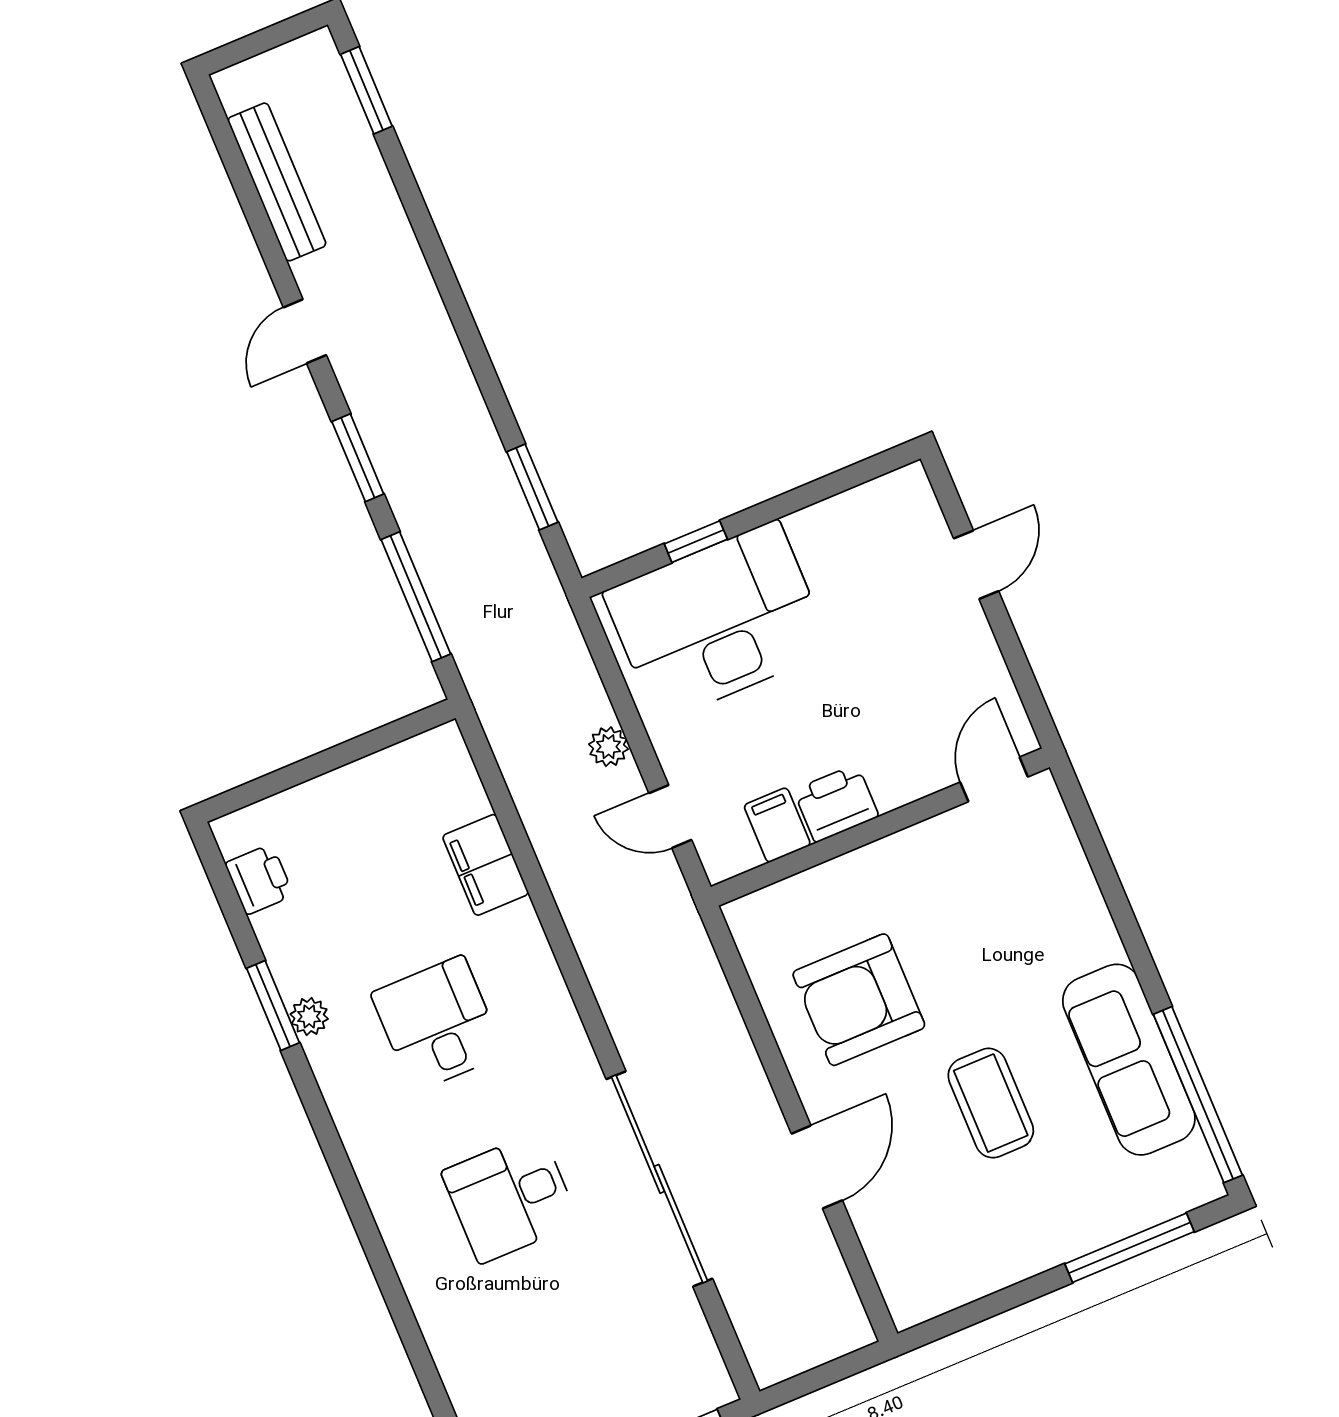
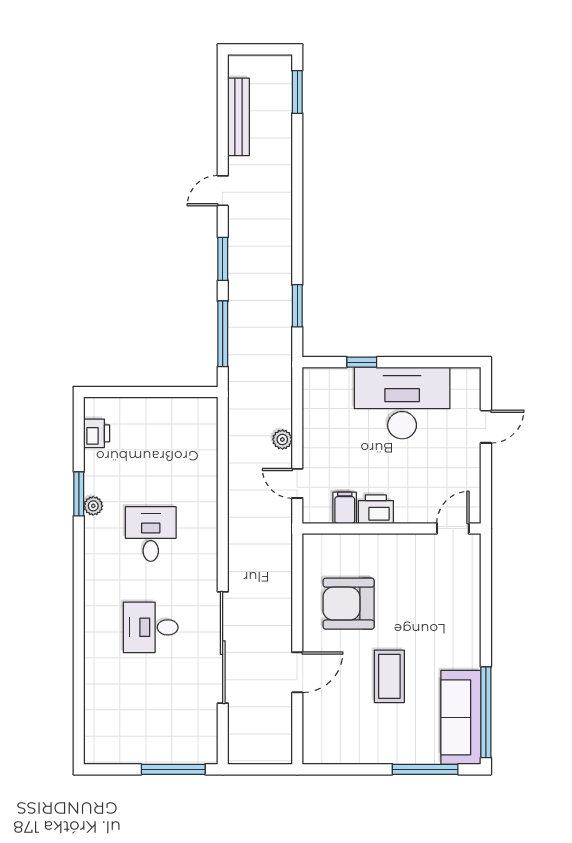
desk: (717, 621) -> (402, 403), moved
filing cabinet: (486, 865) -> (203, 470), removed
sofa: (1129, 1060) -> (461, 717), moved

